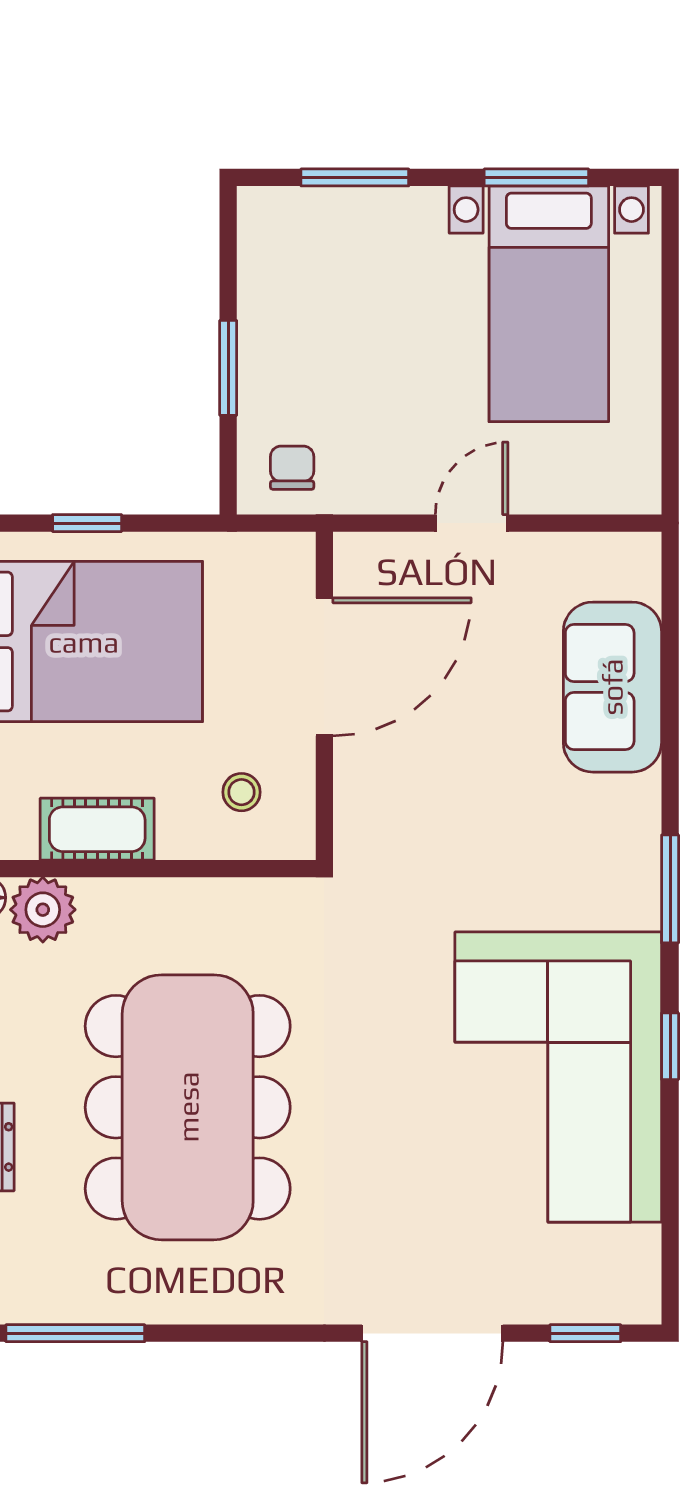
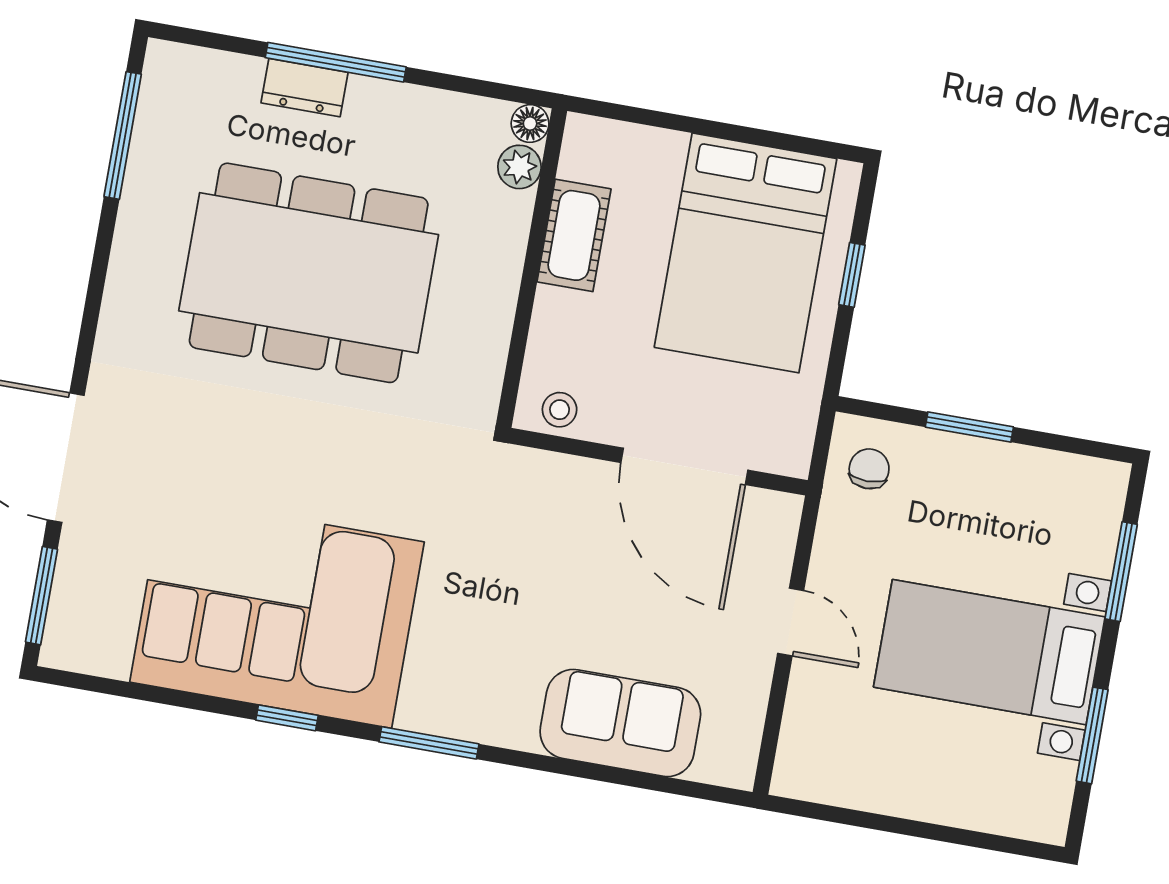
bed with nightstands: (549, 304) -> (989, 652), moved
chair: (292, 468) -> (869, 469), turned -90
stool: (241, 792) -> (560, 410), moved
plant: (43, 910) -> (519, 167), width x0.73, depth x0.73
window: (585, 1333) -> (42, 596), width x1.50

